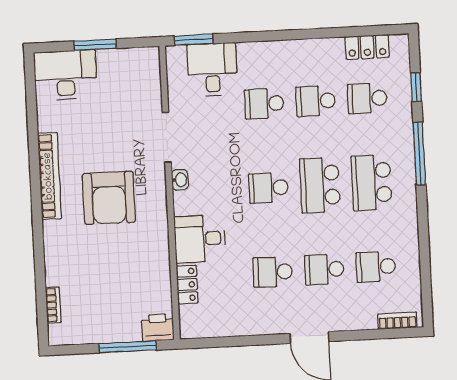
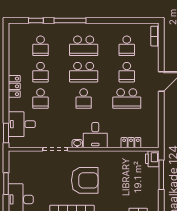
locker: (367, 47) -> (14, 86), moved
desk: (200, 239) -> (95, 135), moved
school desk: (273, 272) -> (127, 99), width x1.85

